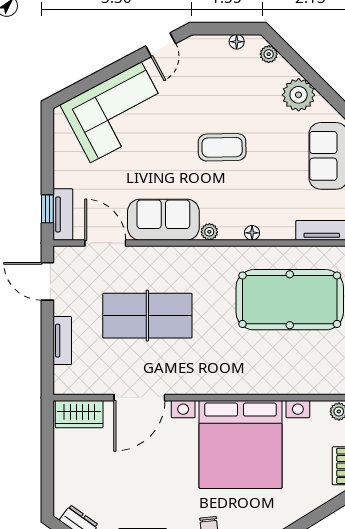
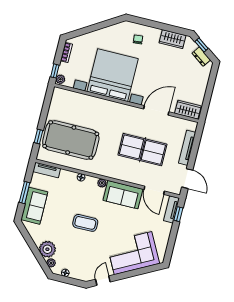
plant: (299, 95) -> (47, 249), moved
tv unit: (62, 341) -> (187, 148), width x1.41

